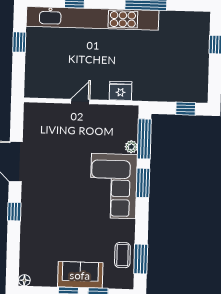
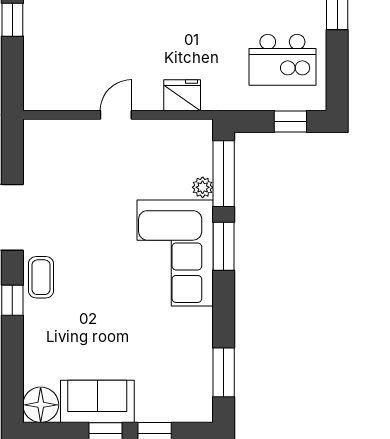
kitchen island: (182, 71) -> (282, 60), added
coffee table: (122, 255) -> (41, 277), moved
sofa: (80, 275) -> (97, 401), moved
floor lamp: (24, 280) -> (41, 405), width x1.89, depth x1.89

